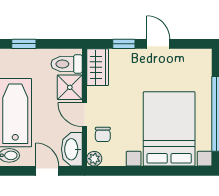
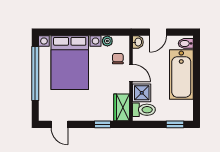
door: (158, 44) -> (59, 124), moved
washbasin: (72, 149) -> (138, 42), width x0.52, depth x0.69
plant: (94, 159) -> (107, 41), moved
door: (47, 171) -> (158, 32), hinge flipped

